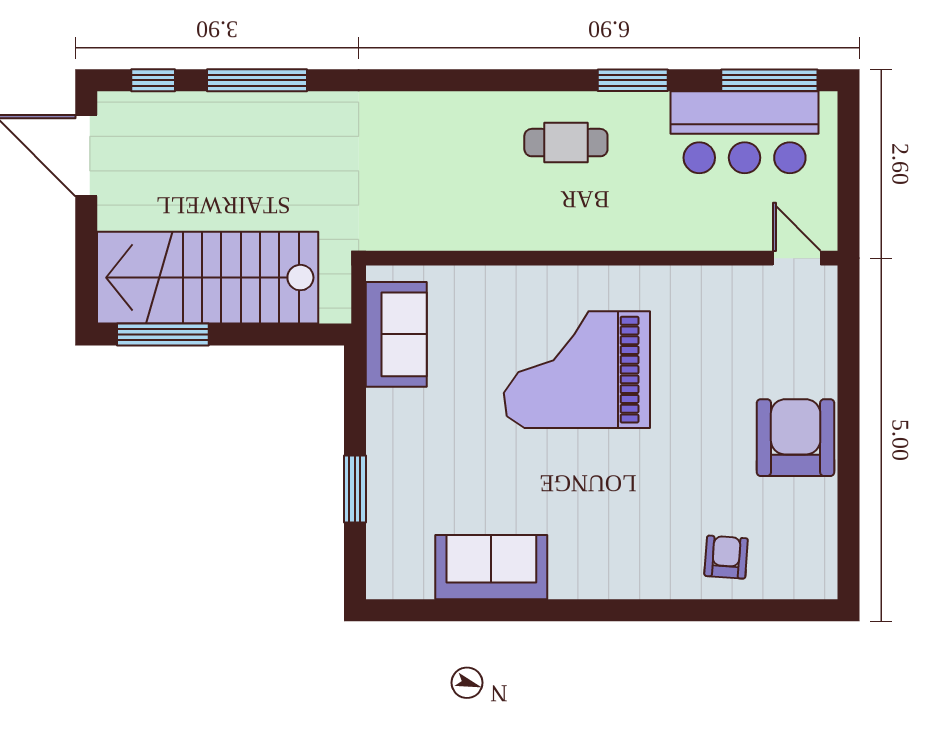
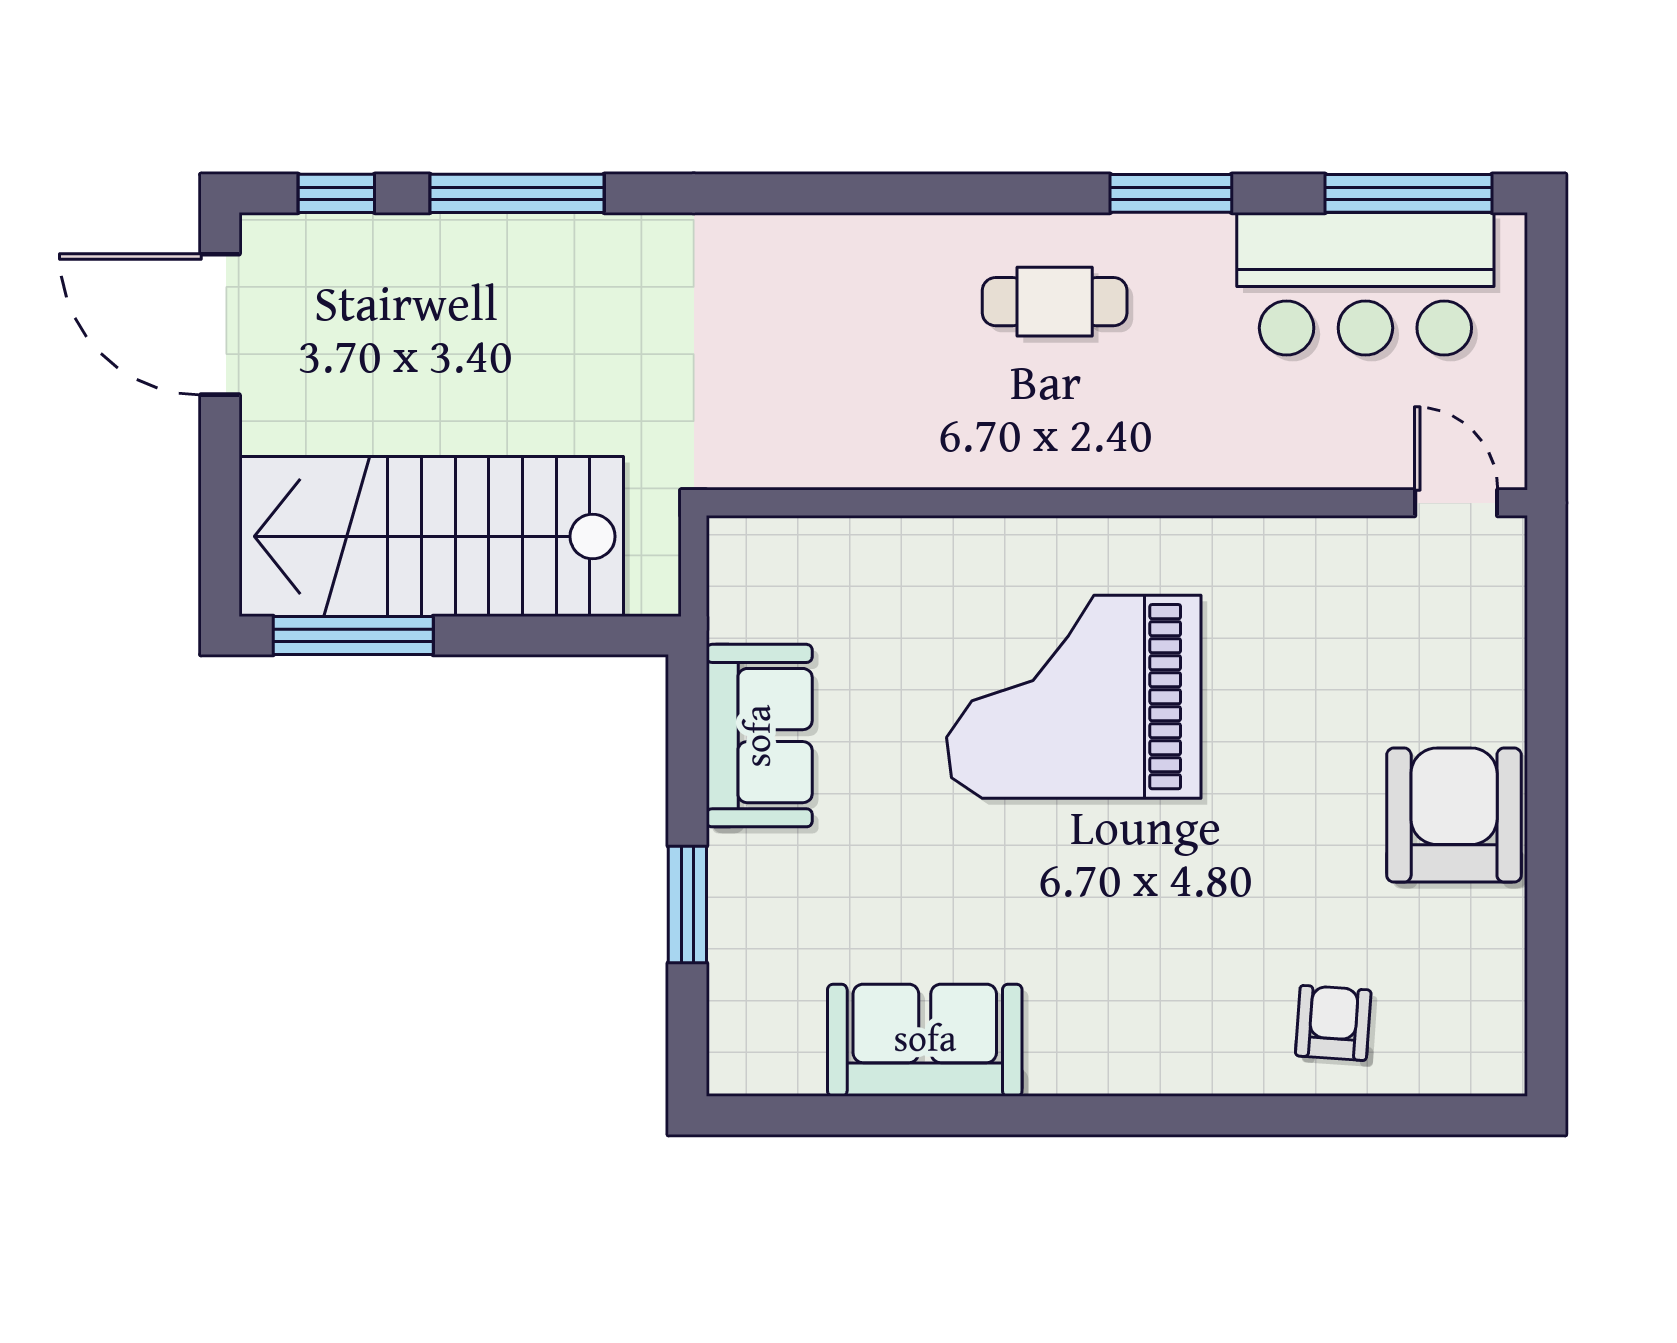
sofa: (396, 334) -> (759, 736), moved

